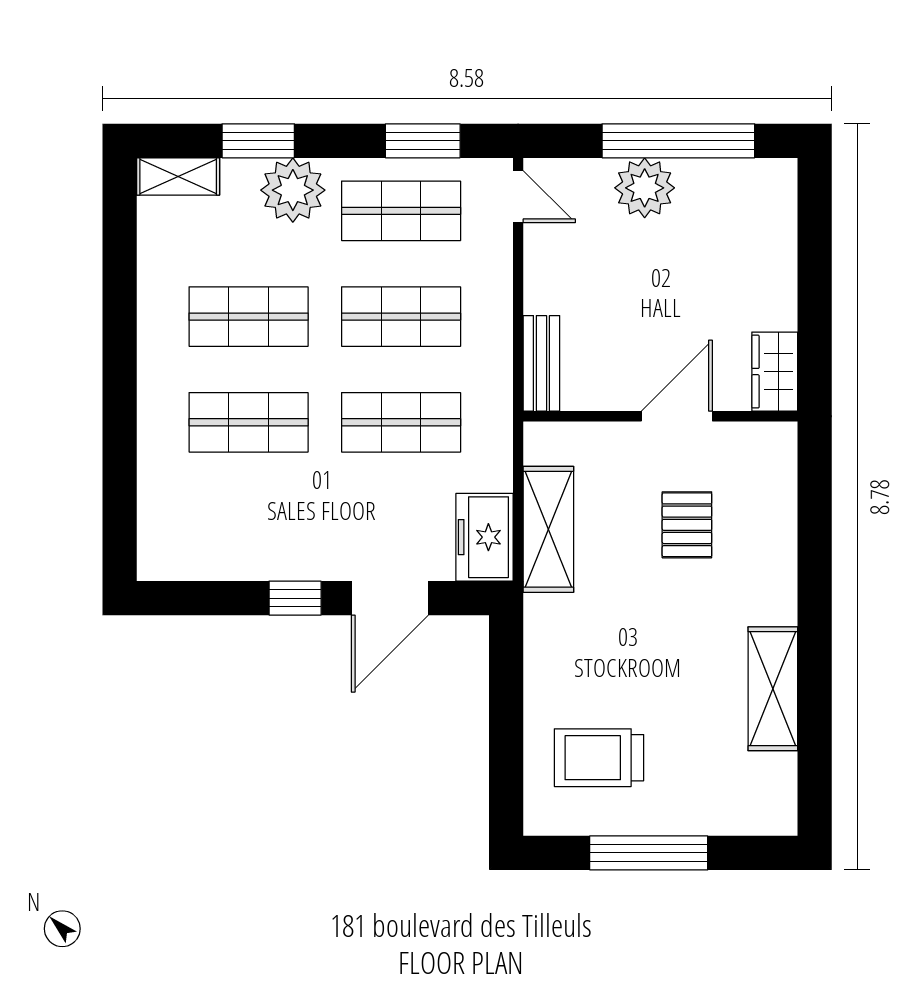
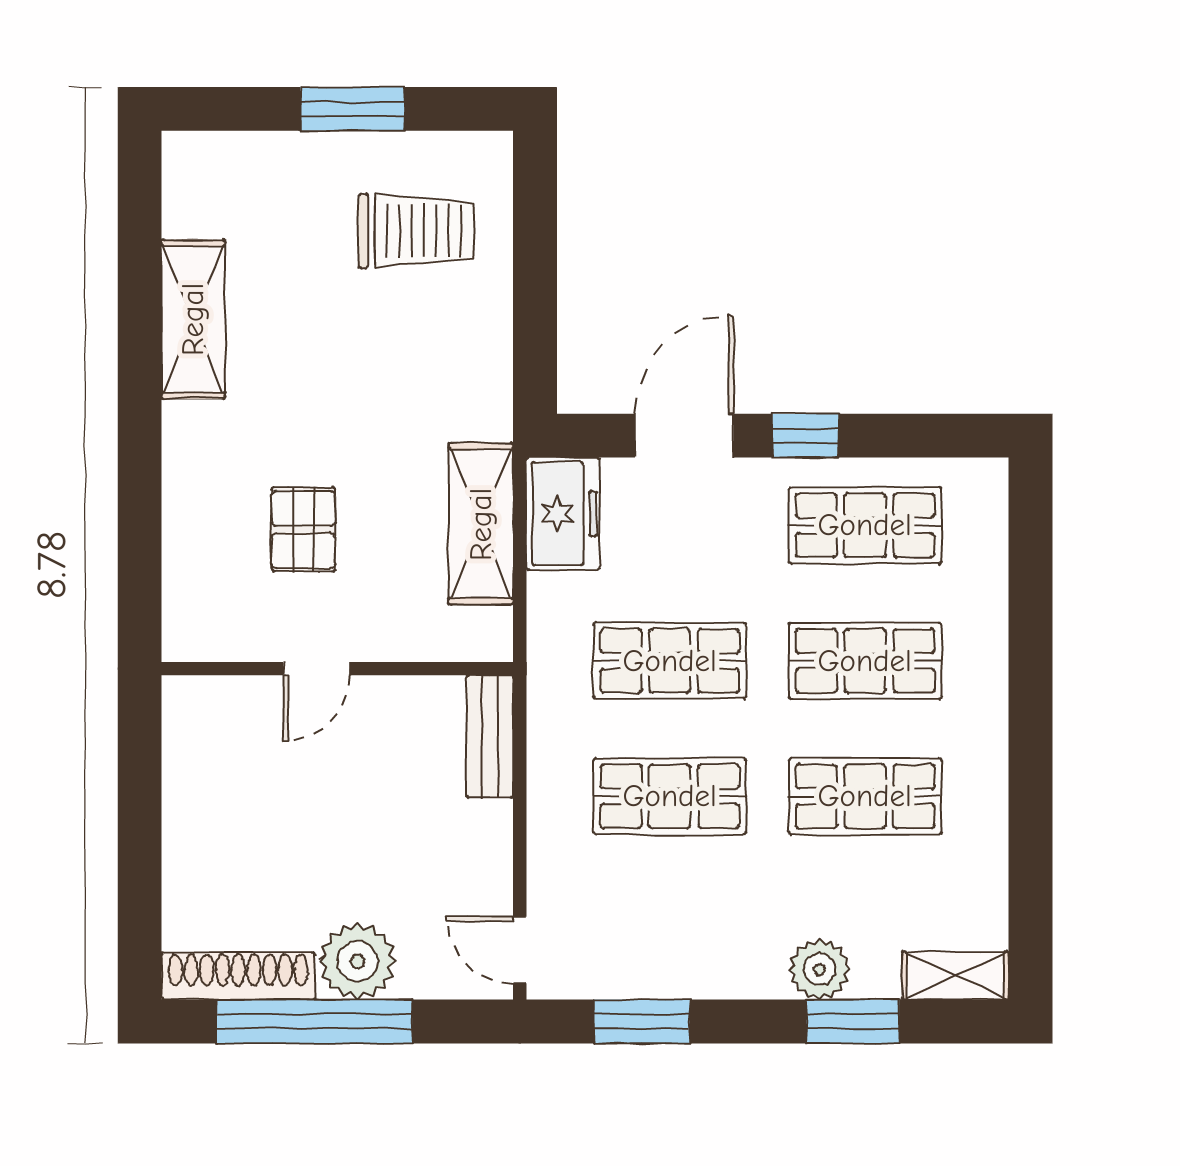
shoe rack: (738, 176) -> (238, 976), added
plant: (293, 190) -> (819, 969), width x0.73, depth x0.73
shop shelf: (401, 211) -> (865, 525), moved
wardrobe: (775, 372) -> (191, 726), removed
door: (677, 416) -> (316, 669), width x0.73
window: (649, 853) -> (352, 109), width x0.69

